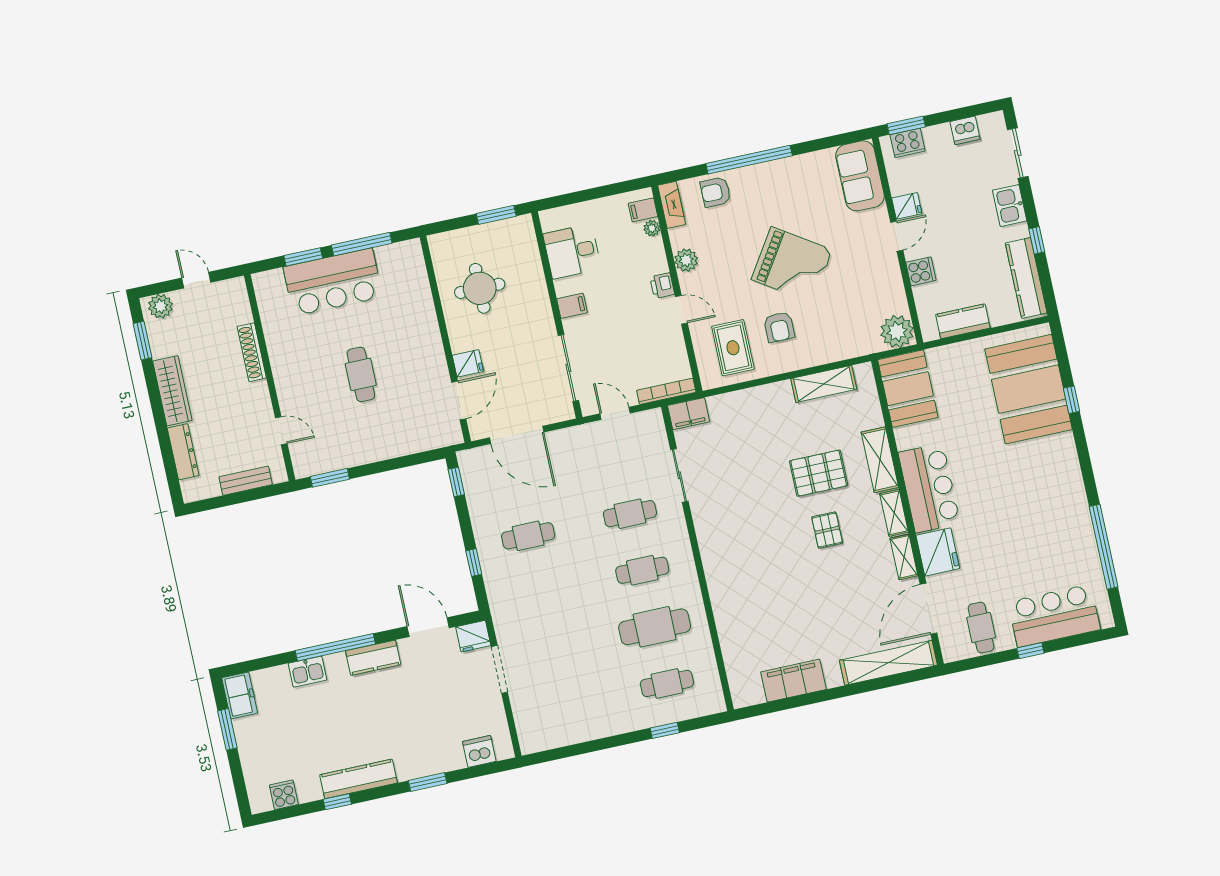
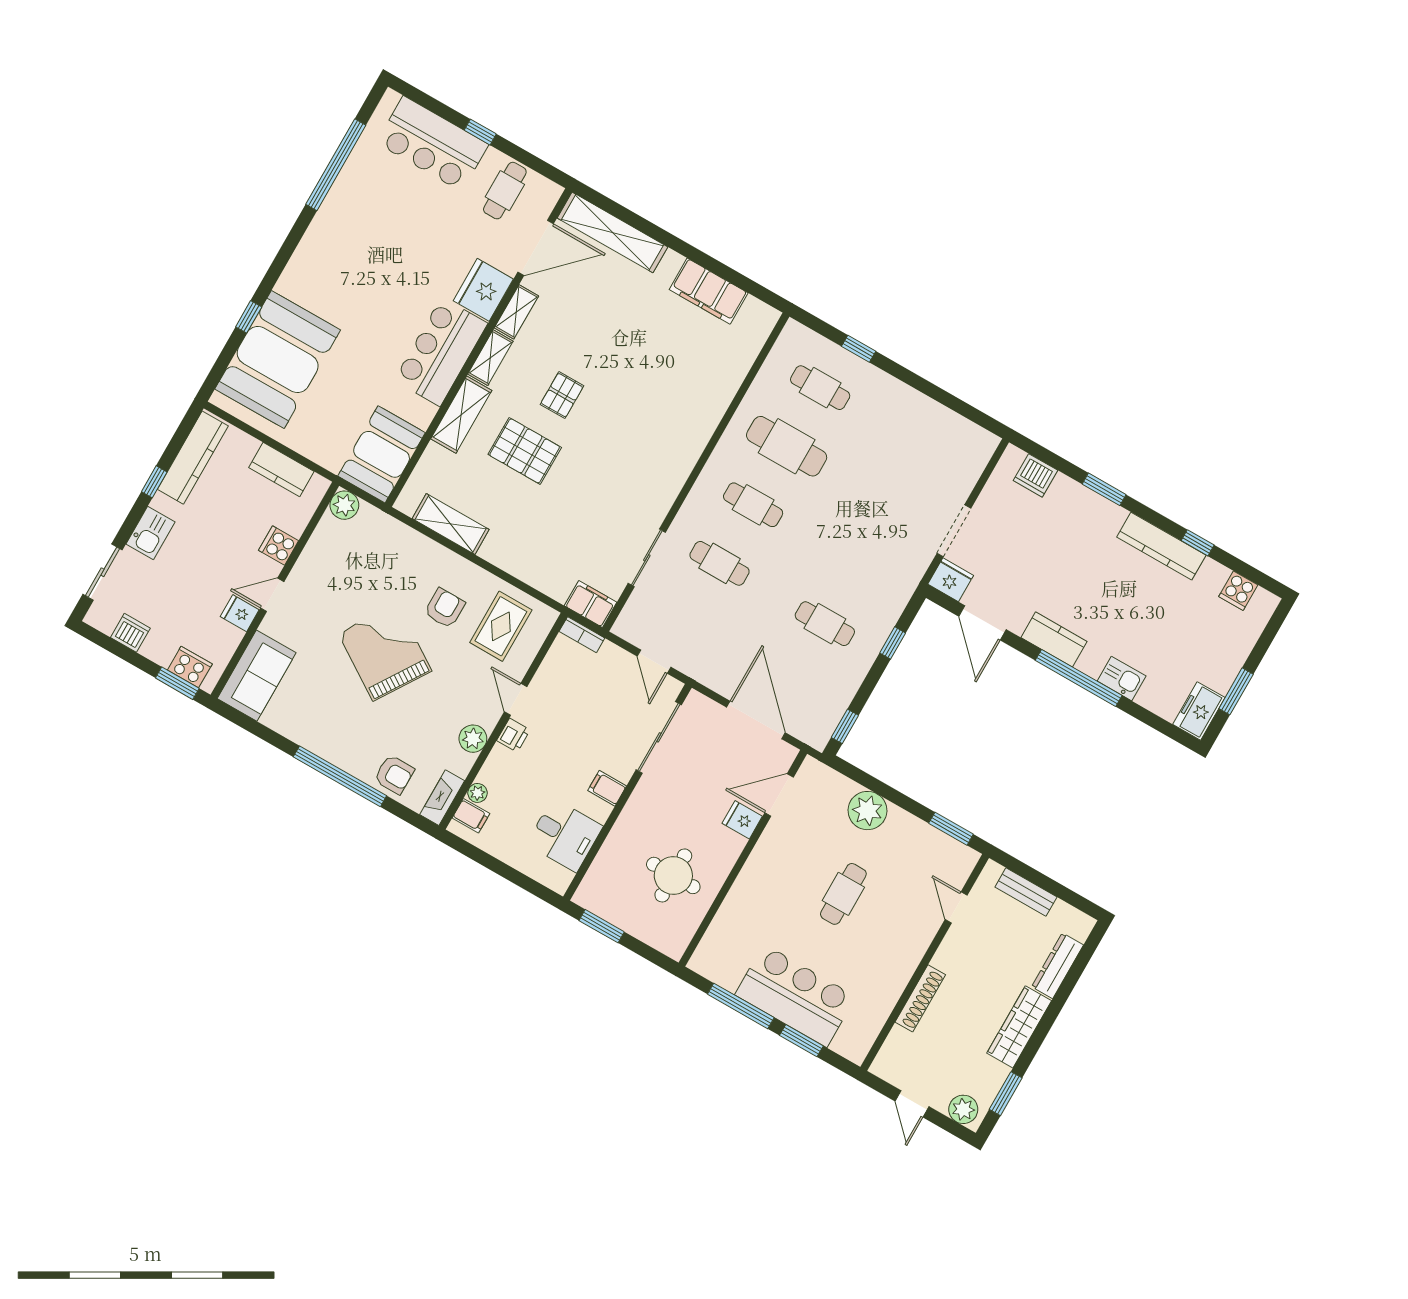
plant: (897, 331) -> (344, 505), width x0.73, depth x0.73
bookcase: (666, 391) -> (582, 635), width x0.64
plant: (393, 441) -> (867, 811), added

